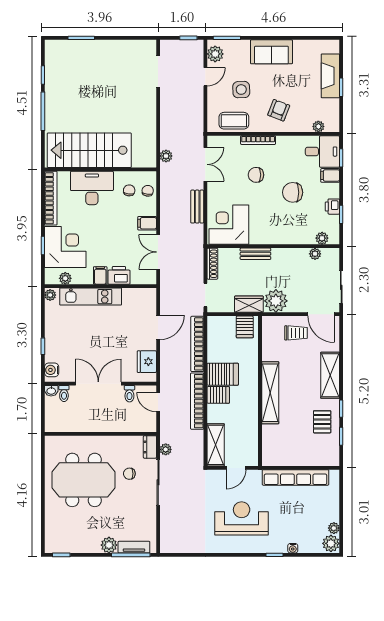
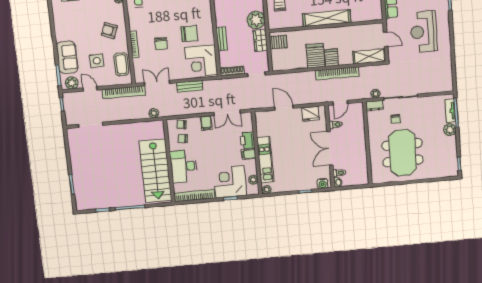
sofa: (271, 52) -> (67, 57), moved
chair: (293, 192) -> (189, 34), moved, turned -90
bookcase: (197, 344) -> (124, 92), moved

